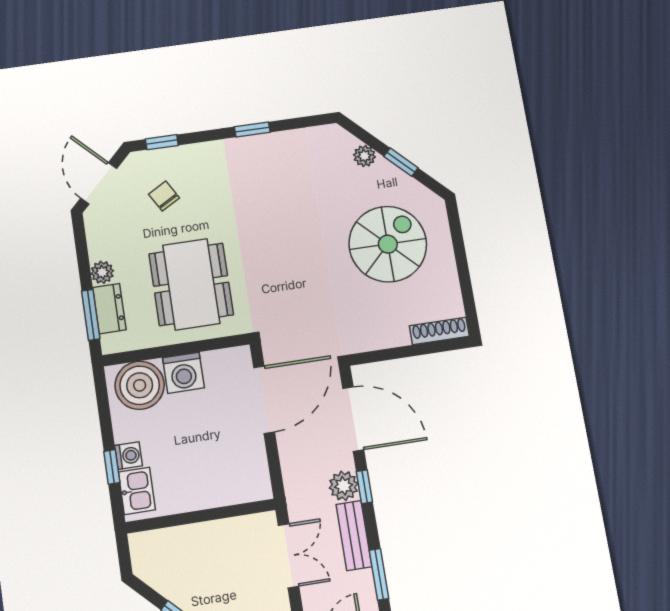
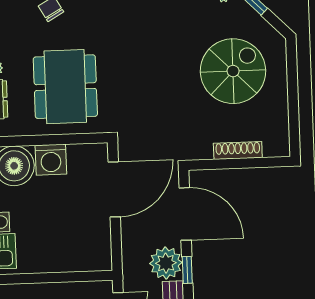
shoe rack: (439, 331) -> (238, 150), moved
plant: (344, 486) -> (166, 263), width x1.36, depth x1.36

